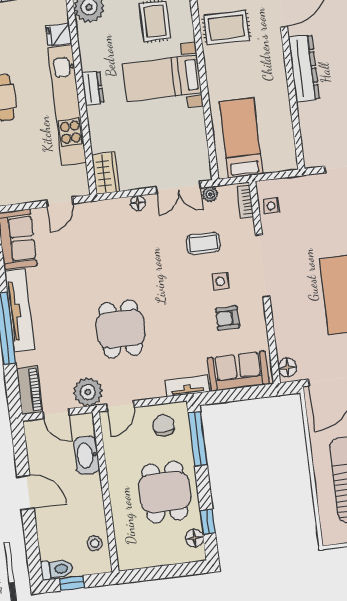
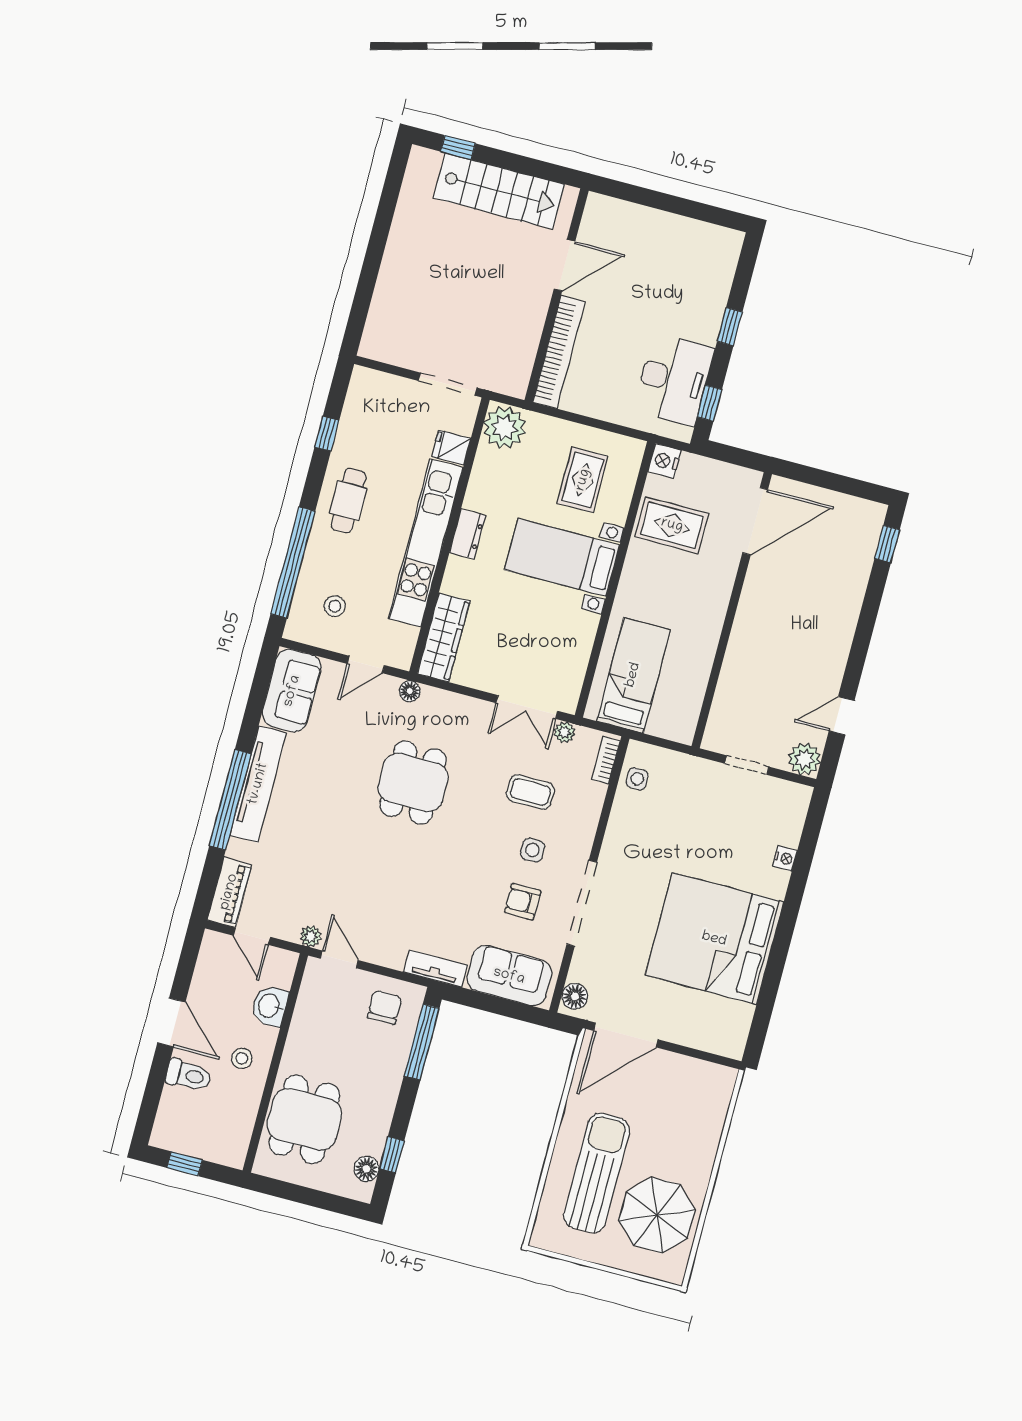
dresser: (304, 68) -> (751, 618), removed
stool: (23, 171) -> (335, 606), added
wardrobe: (106, 173) -> (444, 637), width x1.50
floor lamp: (138, 203) -> (410, 691), moved
doorway: (263, 266) -> (582, 903), moved
dining table: (121, 329) -> (413, 782), moved
plant: (88, 392) -> (311, 936), width x0.53, depth x0.53
door: (121, 406) -> (339, 959), swing flipped
washbasin: (87, 455) -> (270, 1006), width x0.72
dining table: (165, 492) -> (304, 1119), moved
stool: (95, 543) -> (242, 1058), moved
toilet: (57, 569) -> (189, 1075), moved

